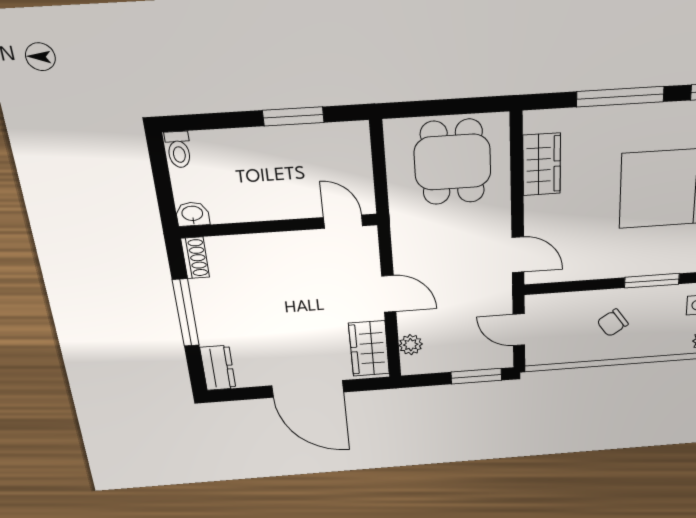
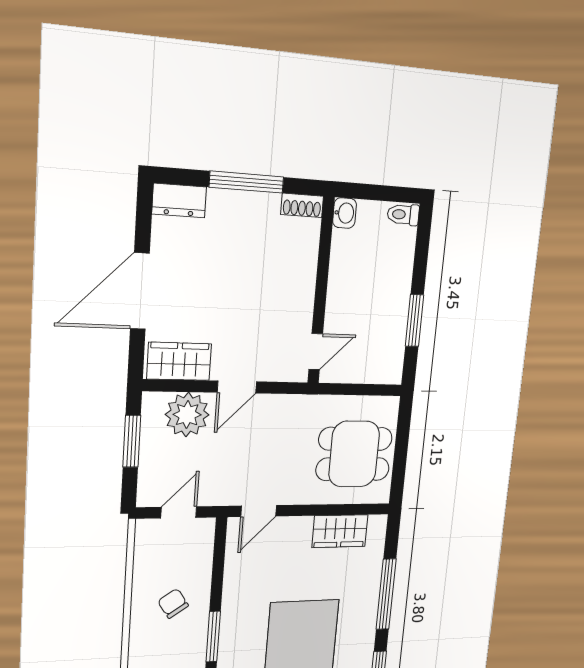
plant: (411, 345) -> (187, 415), width x1.87, depth x1.87
window: (476, 376) -> (132, 441), moved

